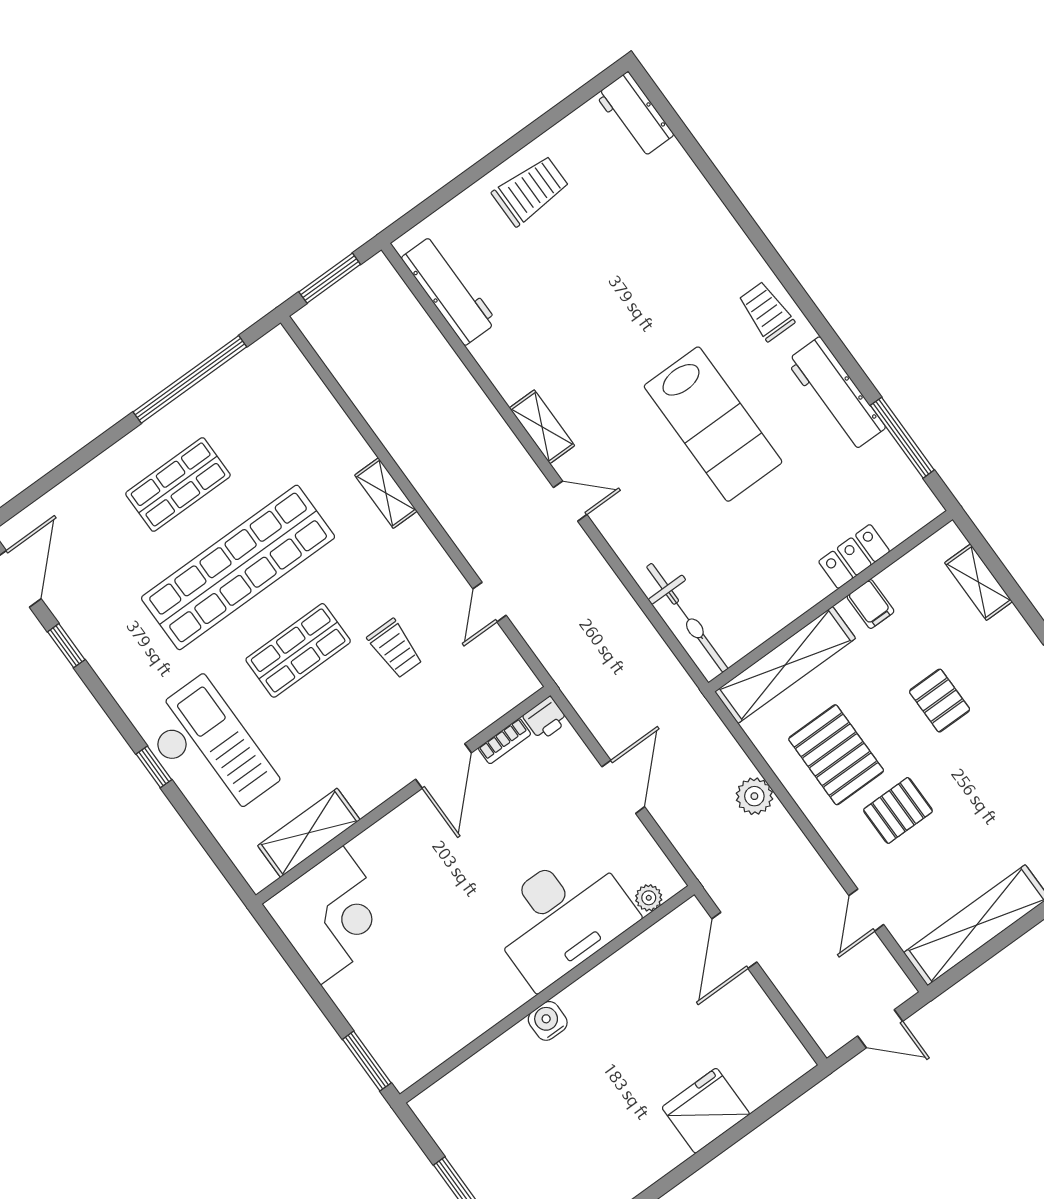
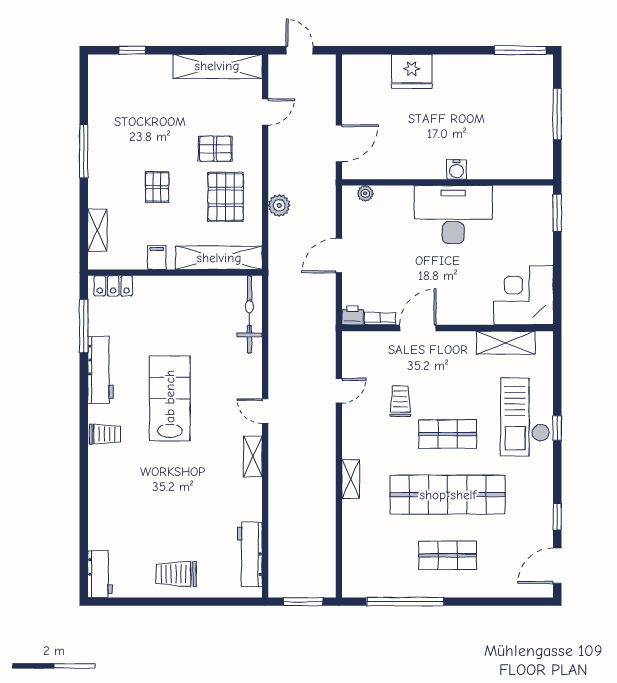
trolley: (766, 311) -> (105, 434), turned -90
locker: (854, 556) -> (113, 286), moved
desk: (561, 917) -> (453, 215), moved

